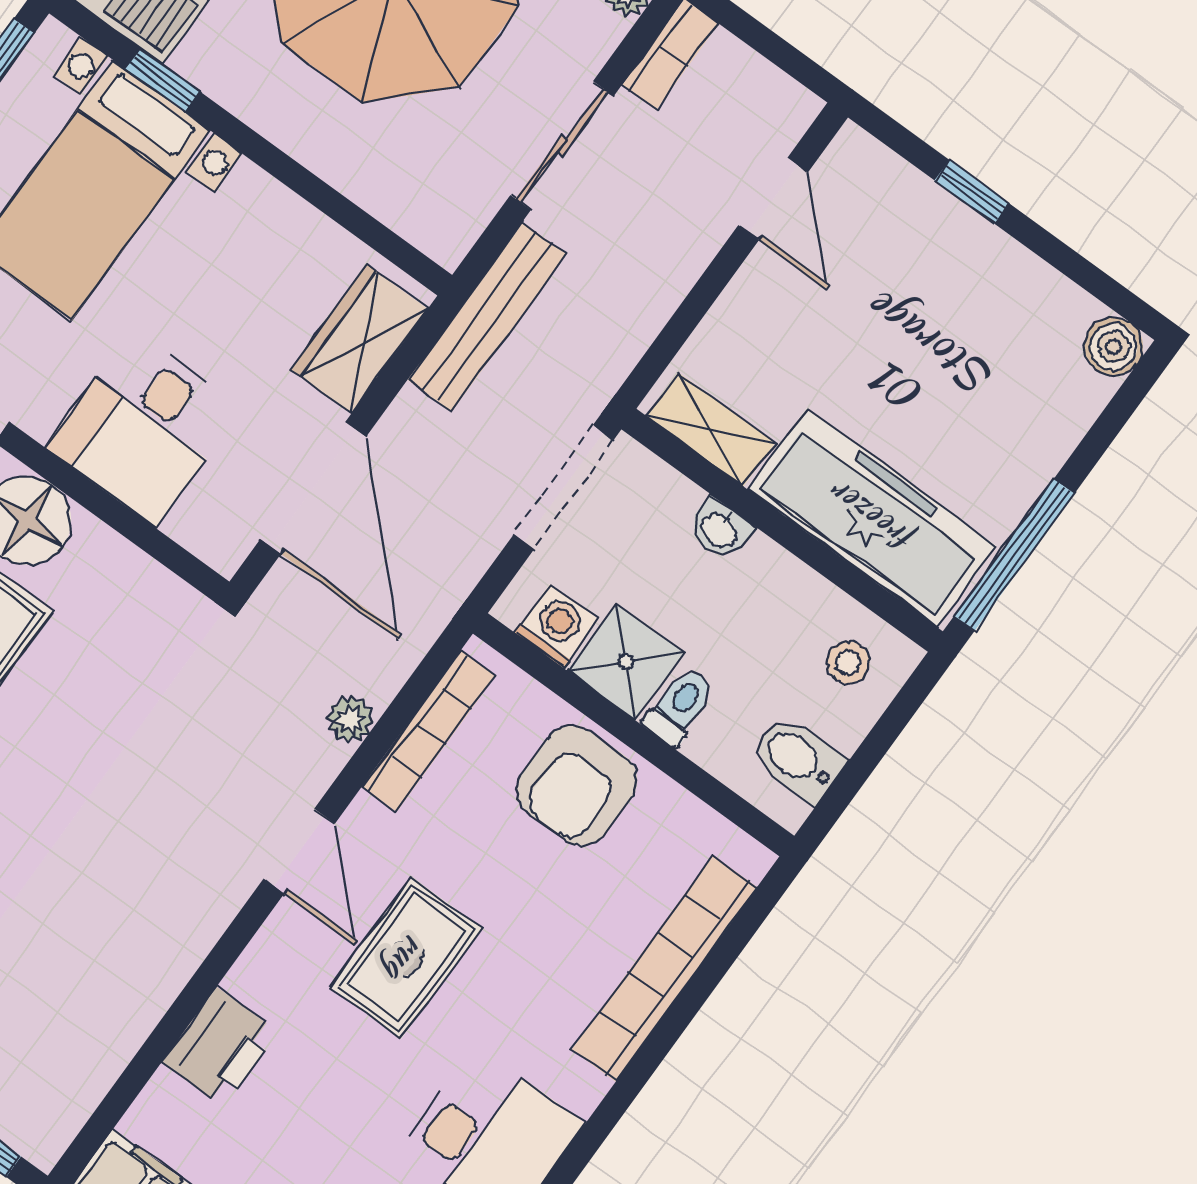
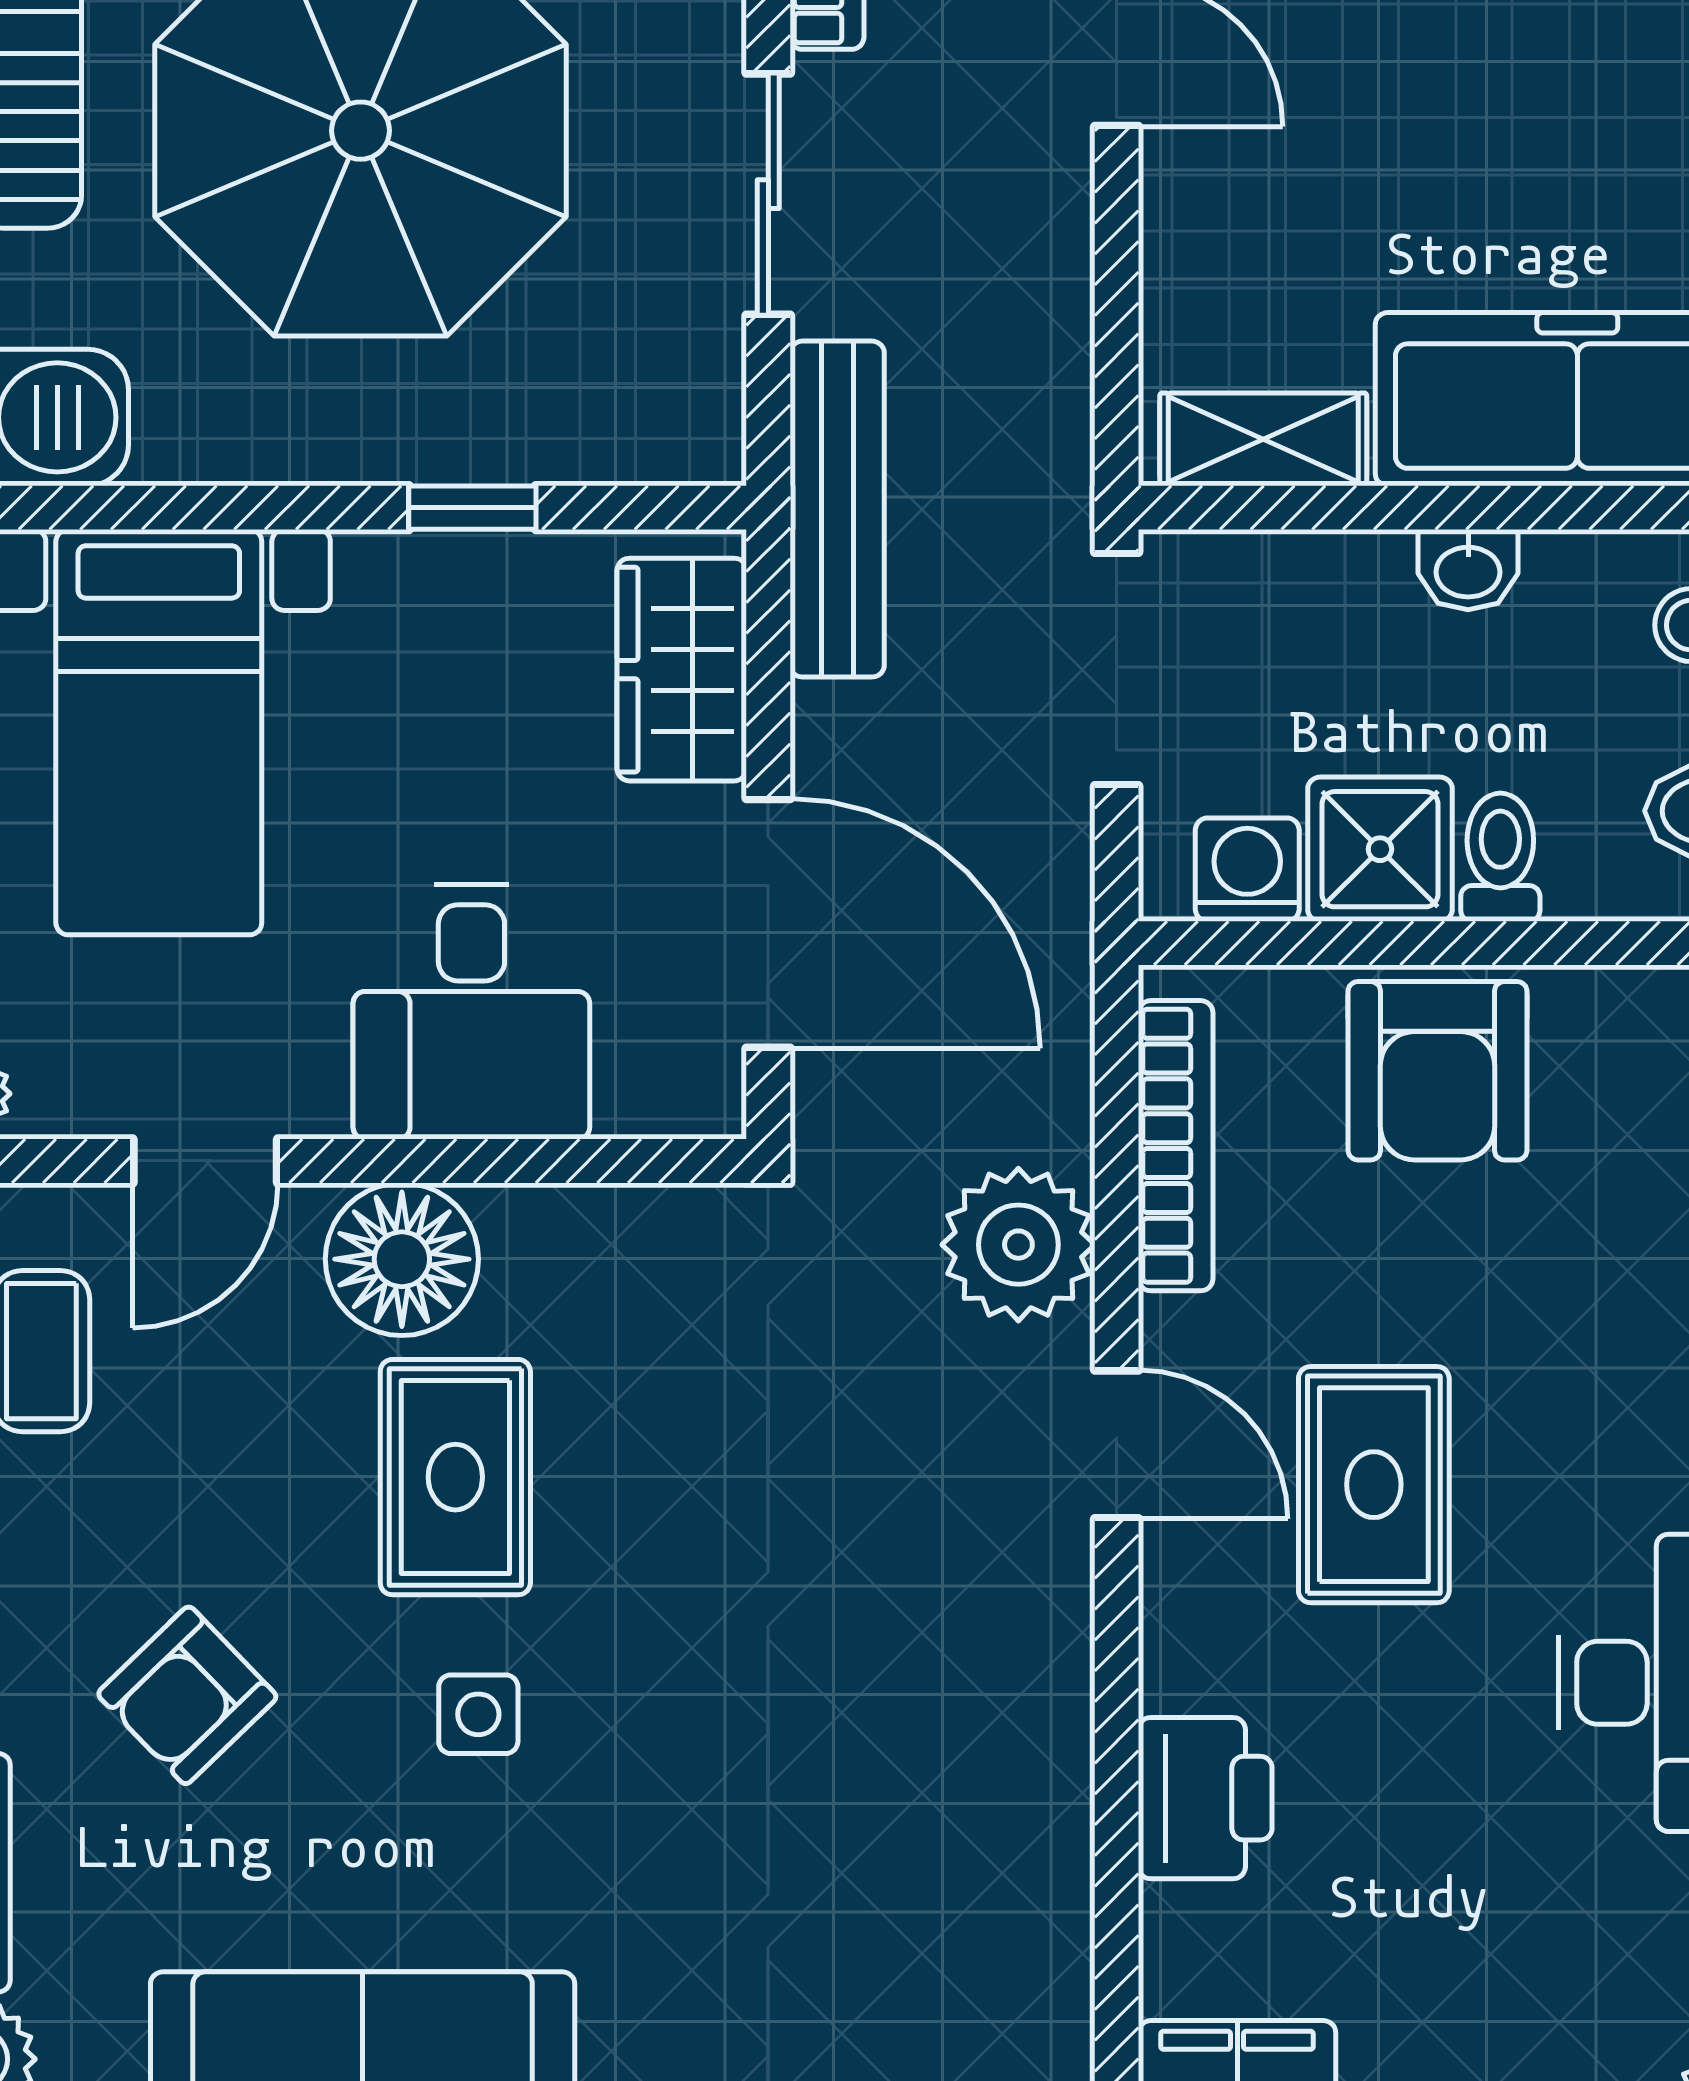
window: (162, 80) -> (472, 508), moved
washbasin: (720, 529) -> (1468, 570), moved
plant: (350, 719) -> (1018, 1245), width x1.88, depth x1.88

